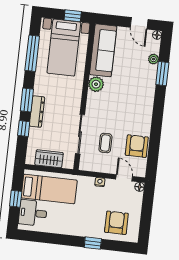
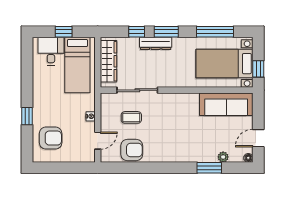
plant: (96, 84) -> (191, 101), removed
wardrobe: (49, 159) -> (109, 61), width x1.50
floor lamp: (139, 187) -> (90, 158), removed

